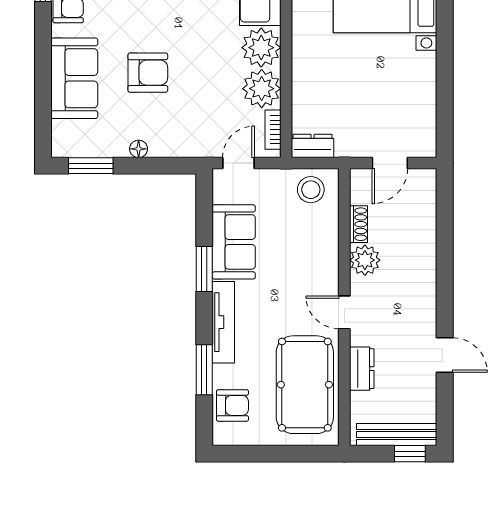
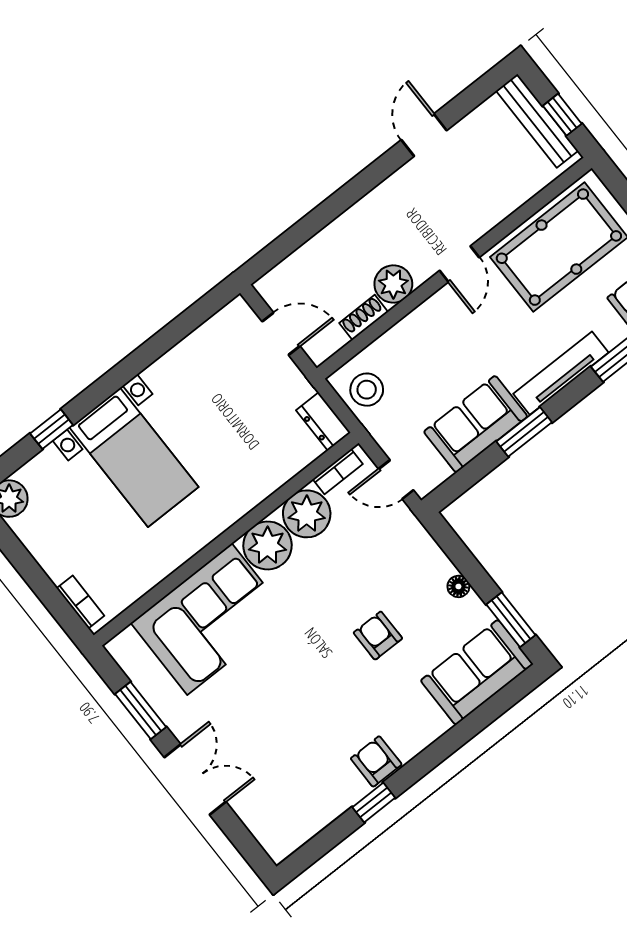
armchair: (148, 73) -> (378, 636), width x0.72, depth x0.72
sofa: (74, 78) -> (477, 672), moved
dresser: (362, 369) -> (500, 205), removed
window: (410, 454) -> (562, 115), moved

